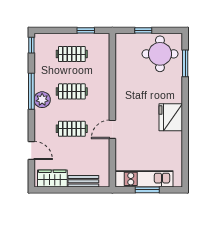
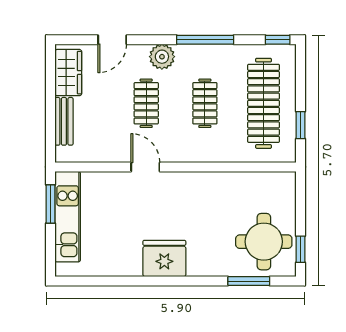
window: (143, 30) -> (301, 249), moved
clothes rail: (72, 54) -> (264, 103), width x1.86, depth x1.31
plant: (42, 100) -> (162, 57), moved
window: (147, 190) -> (50, 204), moved

